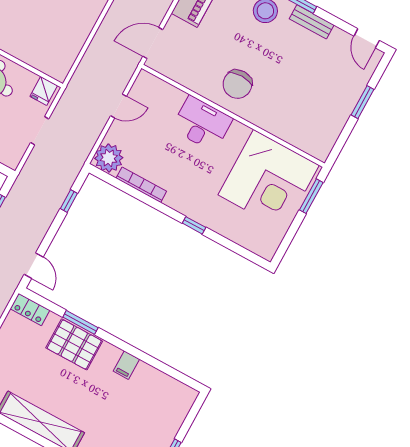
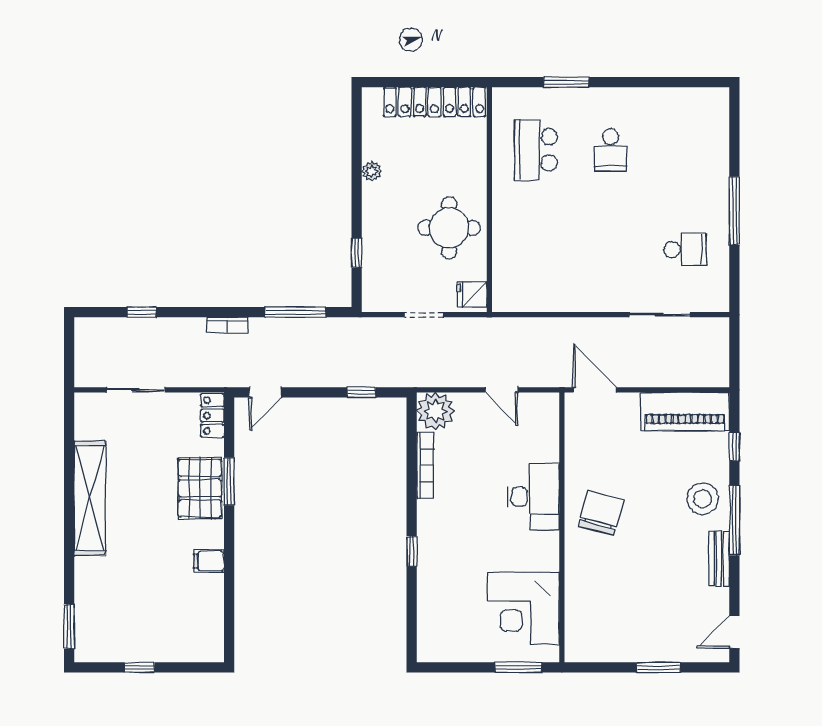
chair: (237, 84) -> (601, 513), turned 105
corner desk: (269, 180) -> (523, 608), width x0.74, depth x0.74

